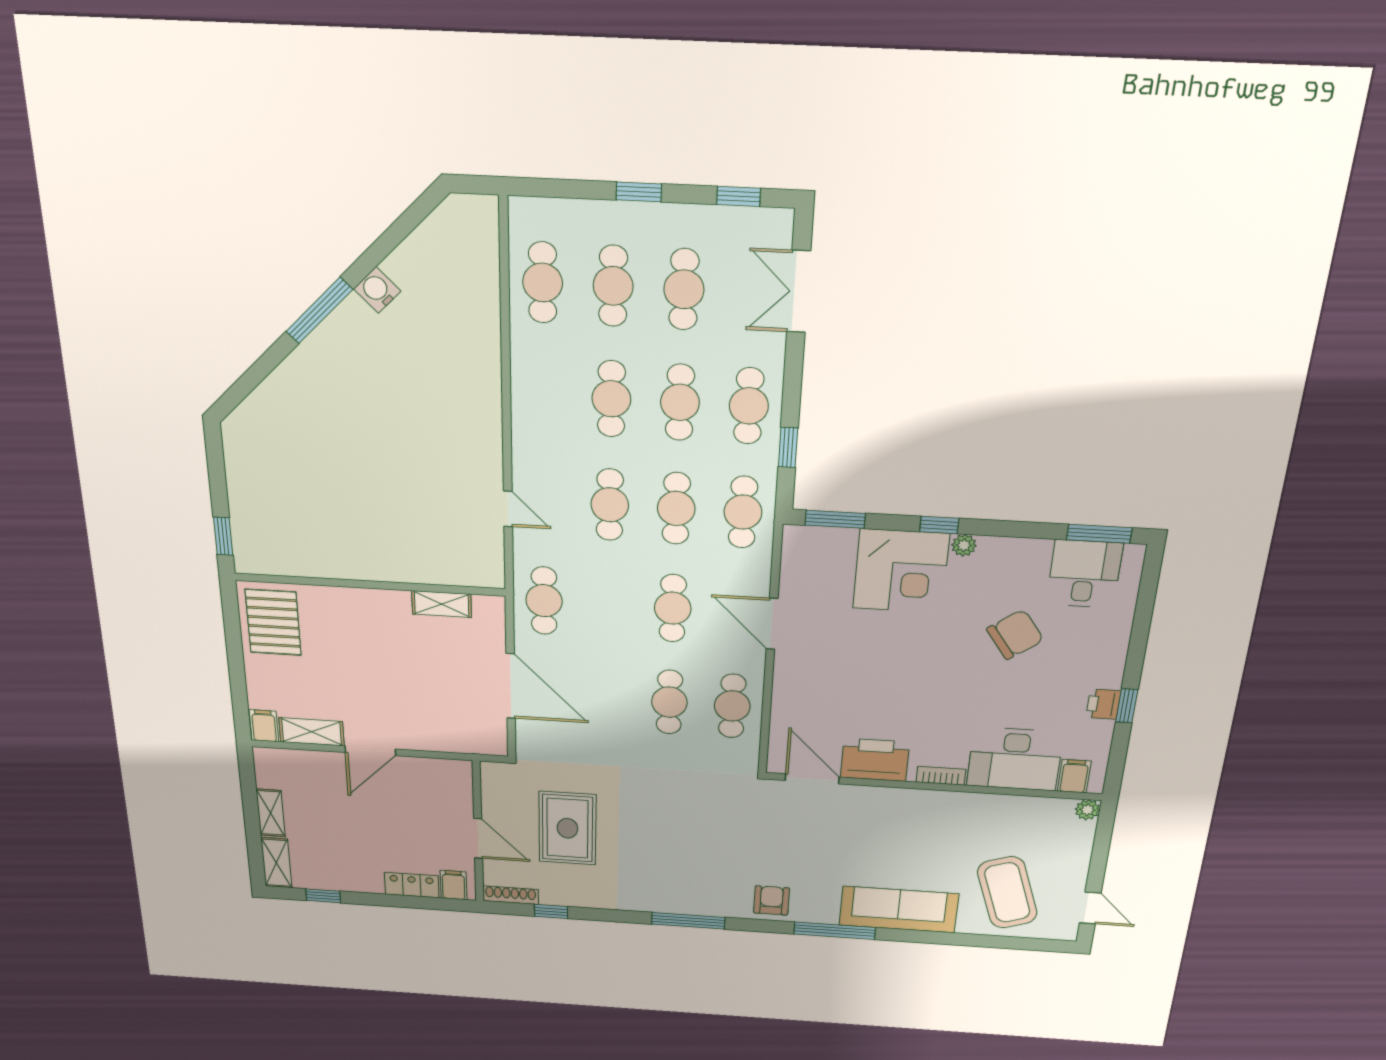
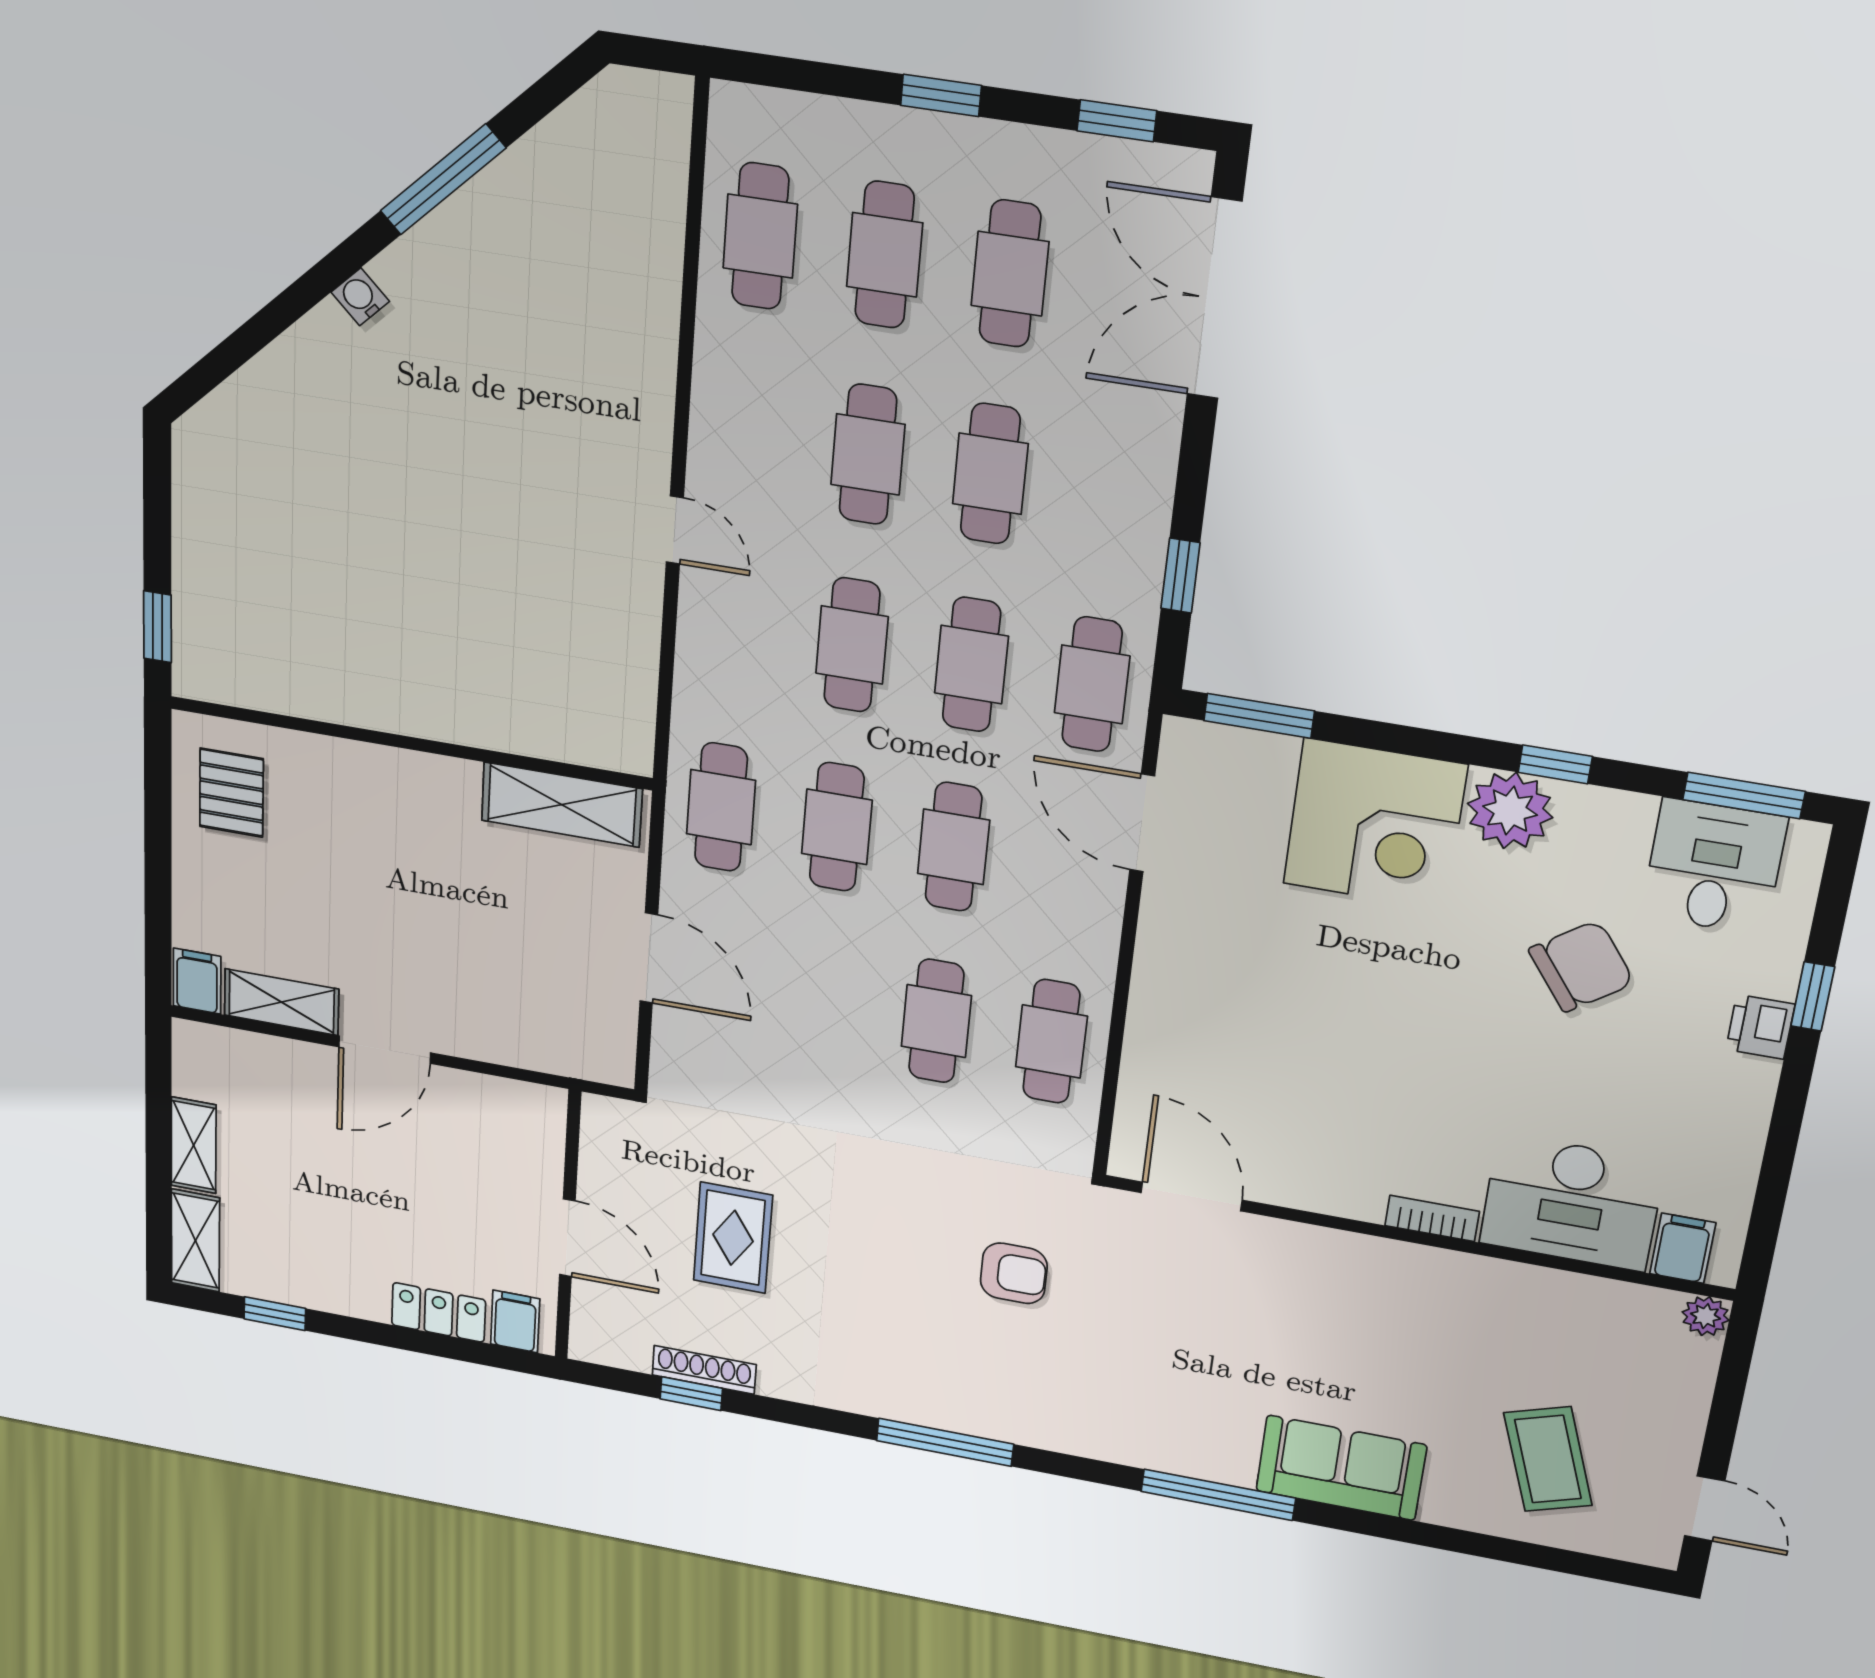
water cooler: (377, 290) -> (360, 297), moved, width x0.72, depth x0.72
double door: (799, 292) -> (1215, 299), width x1.37
window: (319, 310) -> (443, 180), moved
cafe table: (749, 406) -> (837, 827), moved
door: (508, 509) -> (675, 530), moved
window: (939, 525) -> (1555, 764), moved
plant: (964, 545) -> (1510, 811), width x1.88, depth x1.88
shelving: (442, 604) -> (562, 805), width x1.50, depth x1.33
pallet: (273, 622) -> (231, 793), width x0.67, depth x0.71
door: (772, 624) -> (1142, 823), moved
door: (511, 686) -> (649, 958), width x0.73
printer: (1103, 704) -> (1760, 1027), moved
window: (1127, 706) -> (1813, 996), moved
printer: (875, 760) -> (1310, 1174), removed
rug: (567, 828) -> (733, 1238), width x0.73, depth x0.70
coffee table: (1007, 892) -> (1548, 1459), width x0.73, depth x0.76
shoe rack: (511, 895) -> (704, 1370), moved
armchair: (771, 900) -> (1014, 1273), moved, turned 90
sofa: (899, 910) -> (1341, 1468), width x0.73

